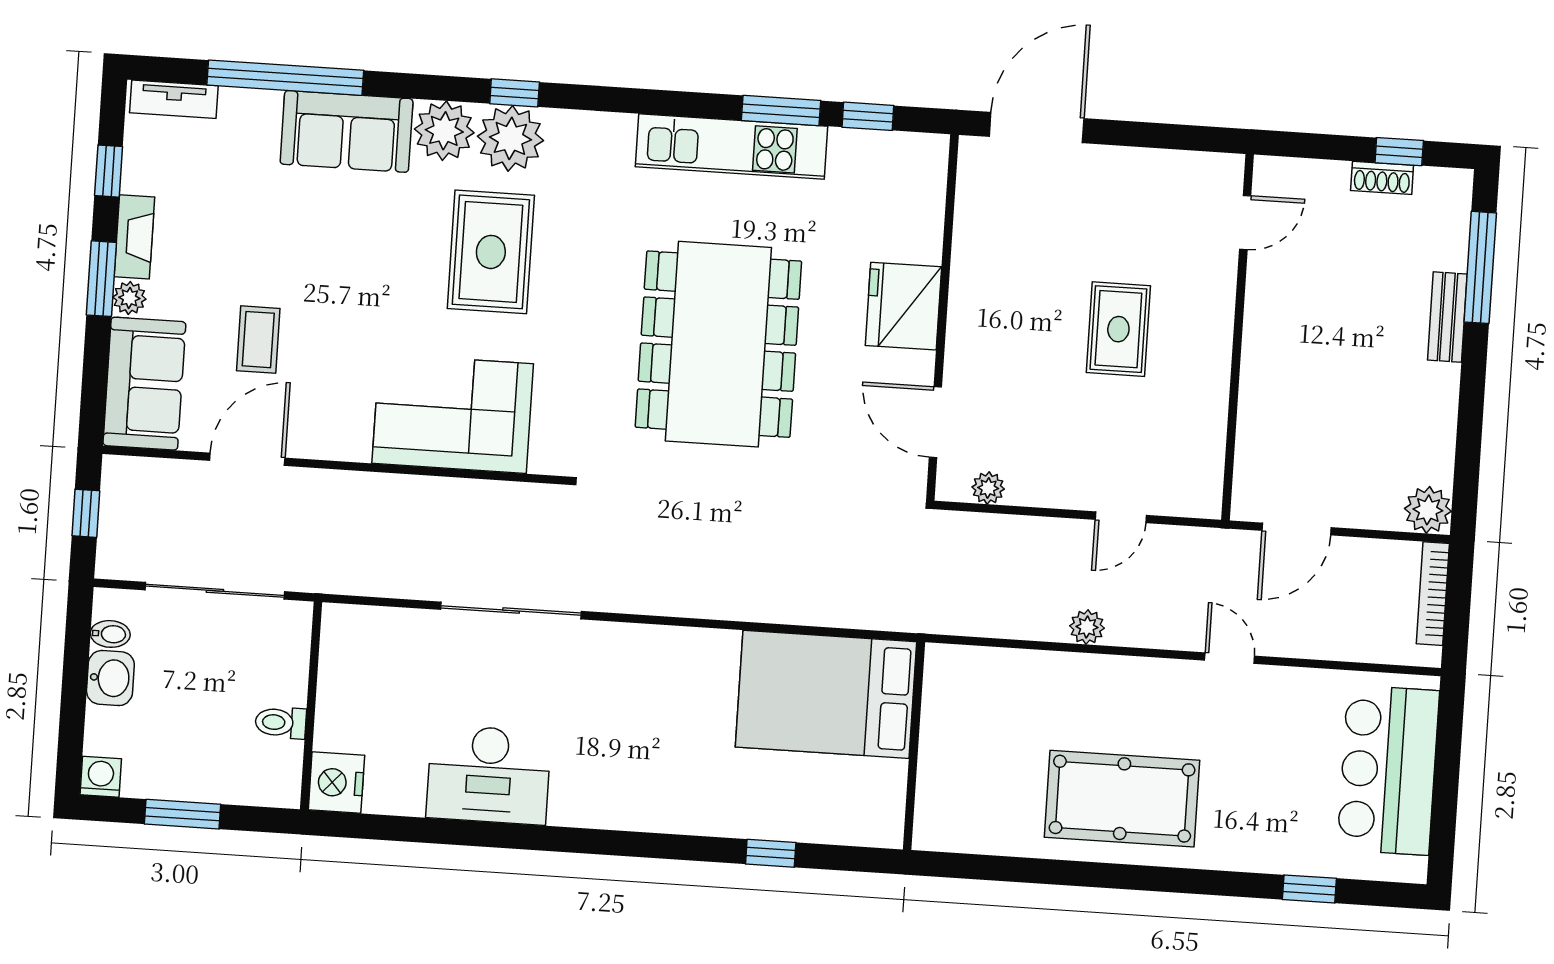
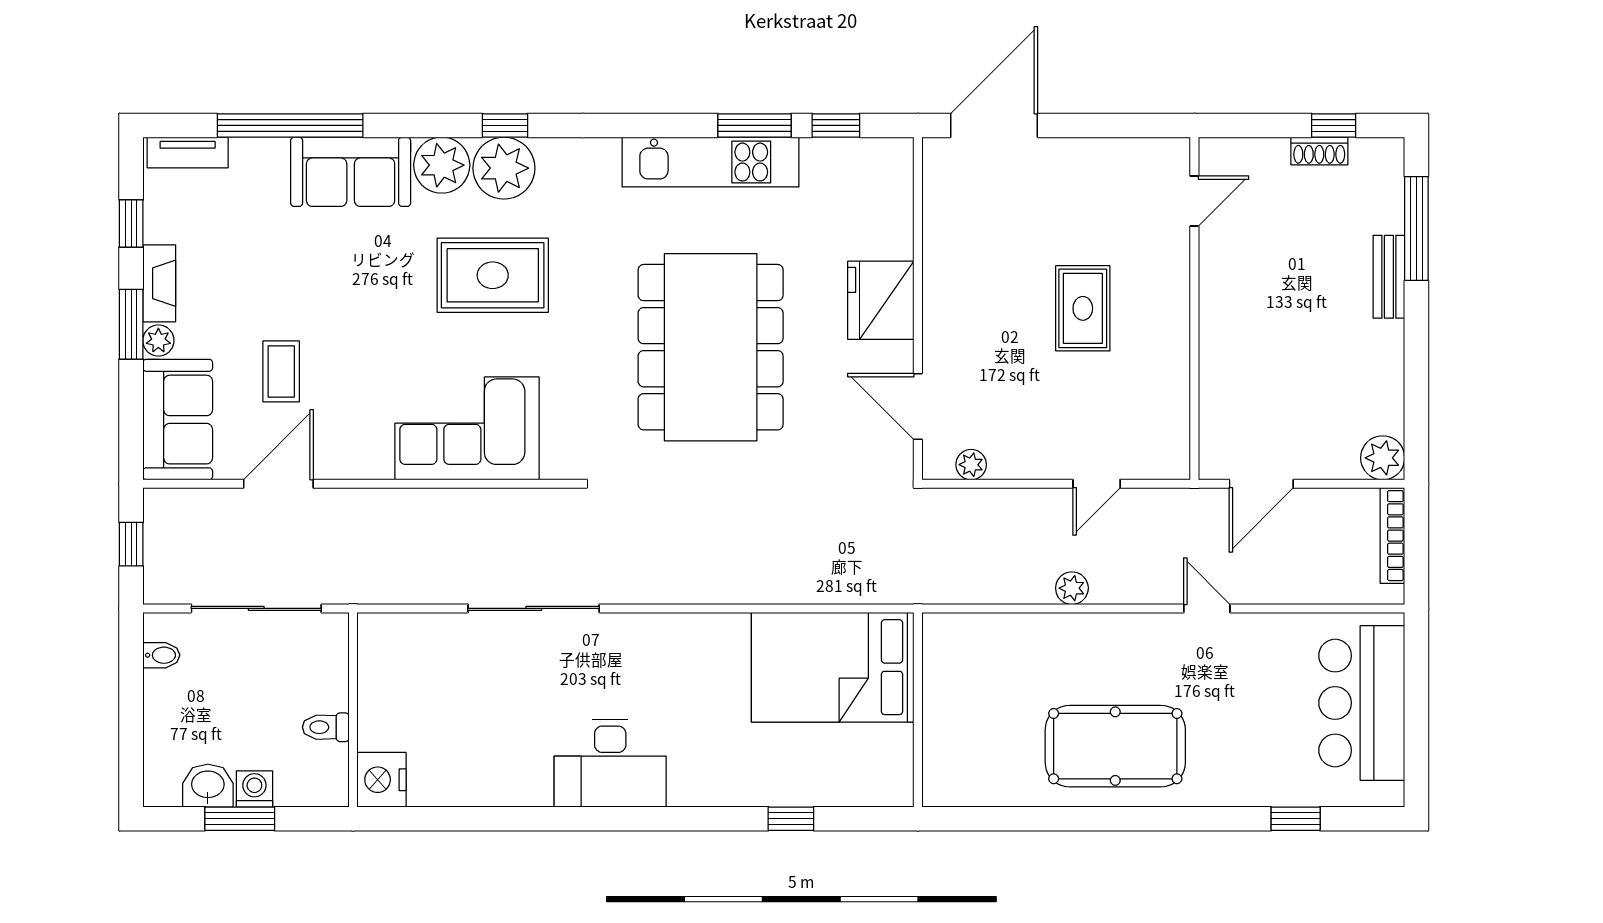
rug: (491, 252) -> (493, 275), turned 90
washbasin: (110, 678) -> (208, 786), moved, turned -90
desk: (489, 775) -> (610, 763), moved
washing machine: (101, 777) -> (254, 789), moved

